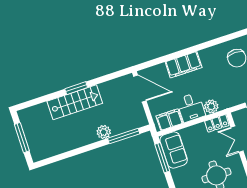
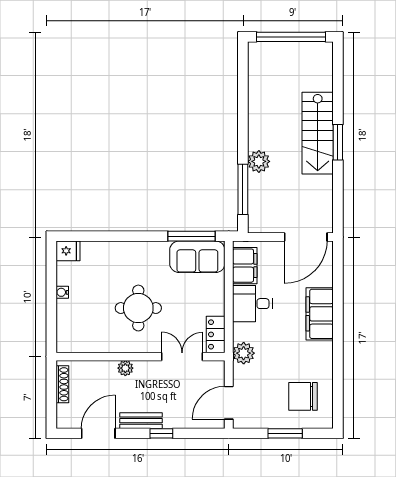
plant: (211, 106) -> (244, 353), moved
window: (22, 138) -> (291, 37), width x1.46

